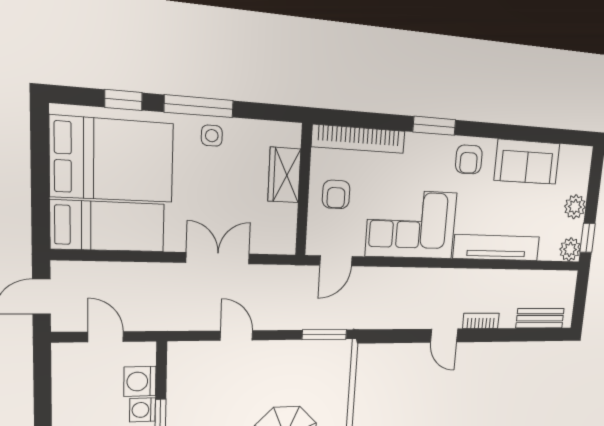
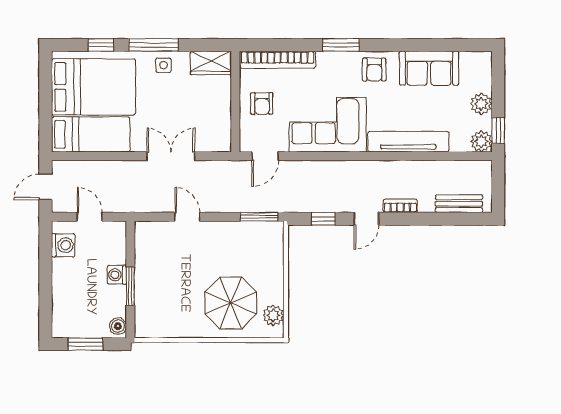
wardrobe: (284, 175) -> (211, 63), moved, turned -90
window: (398, 336) -> (323, 219), added
door: (444, 336) -> (366, 219), hinge flipped
washing machine: (140, 381) -> (63, 245), moved, turned 180

